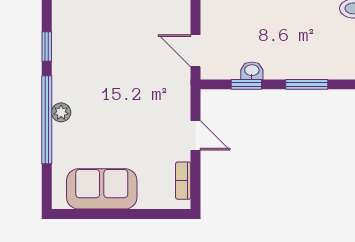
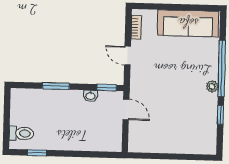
window: (246, 84) -> (107, 88), moved
plant: (61, 112) -> (212, 86), moved
sofa: (102, 189) -> (188, 23), width x1.36

